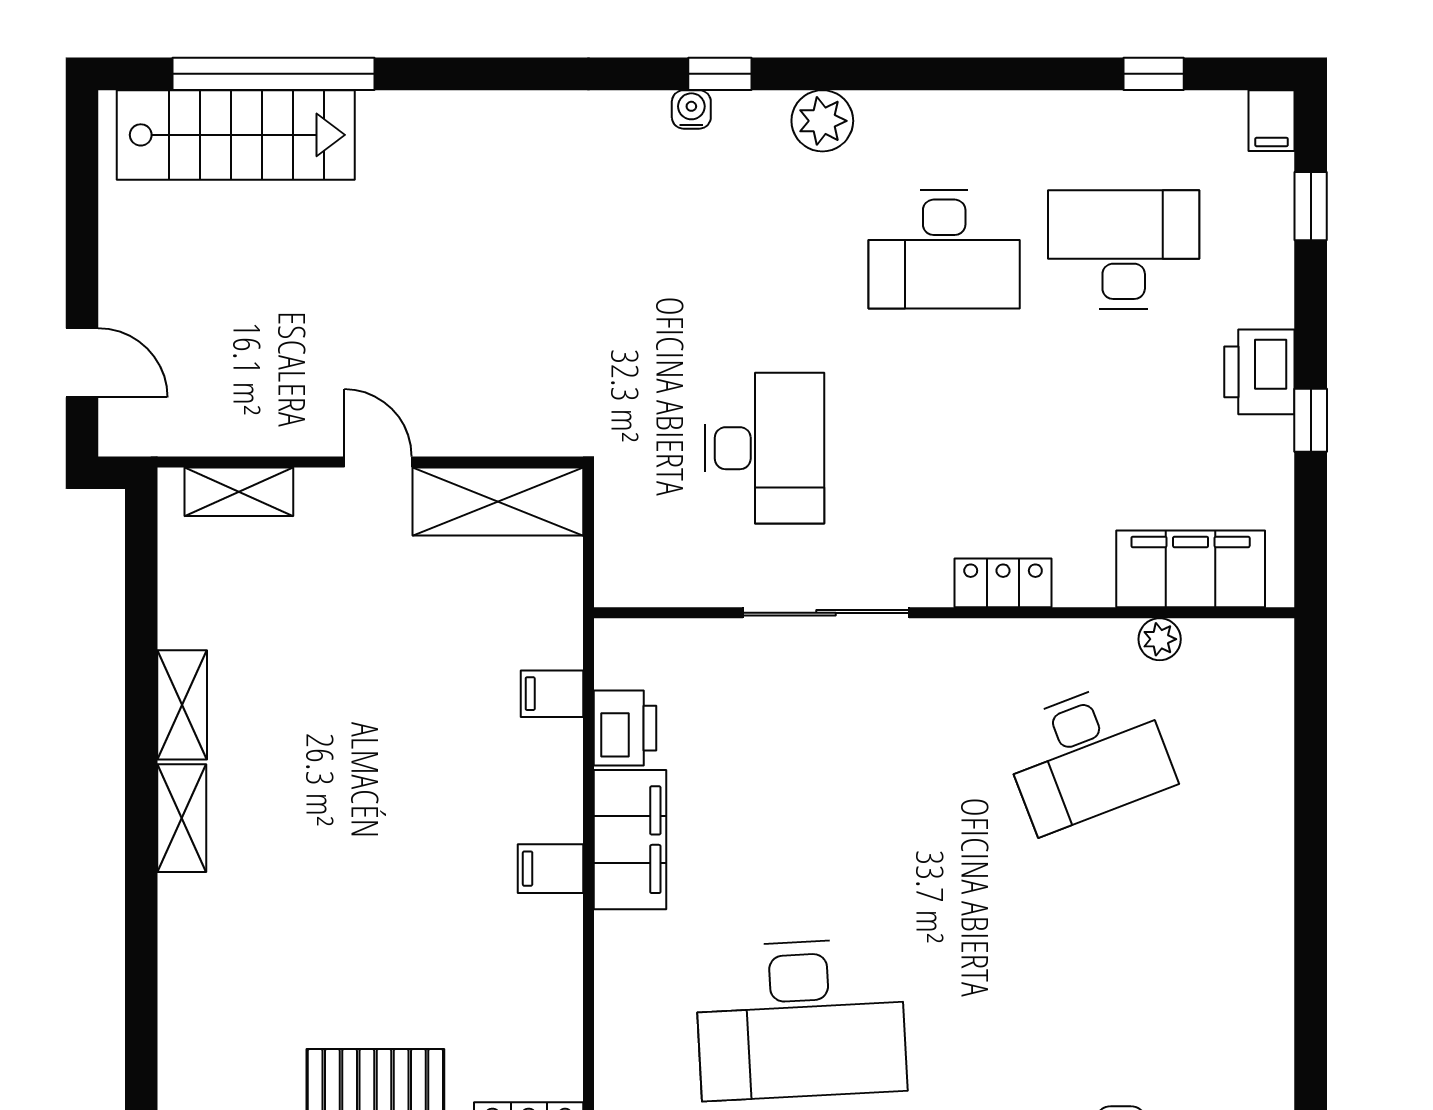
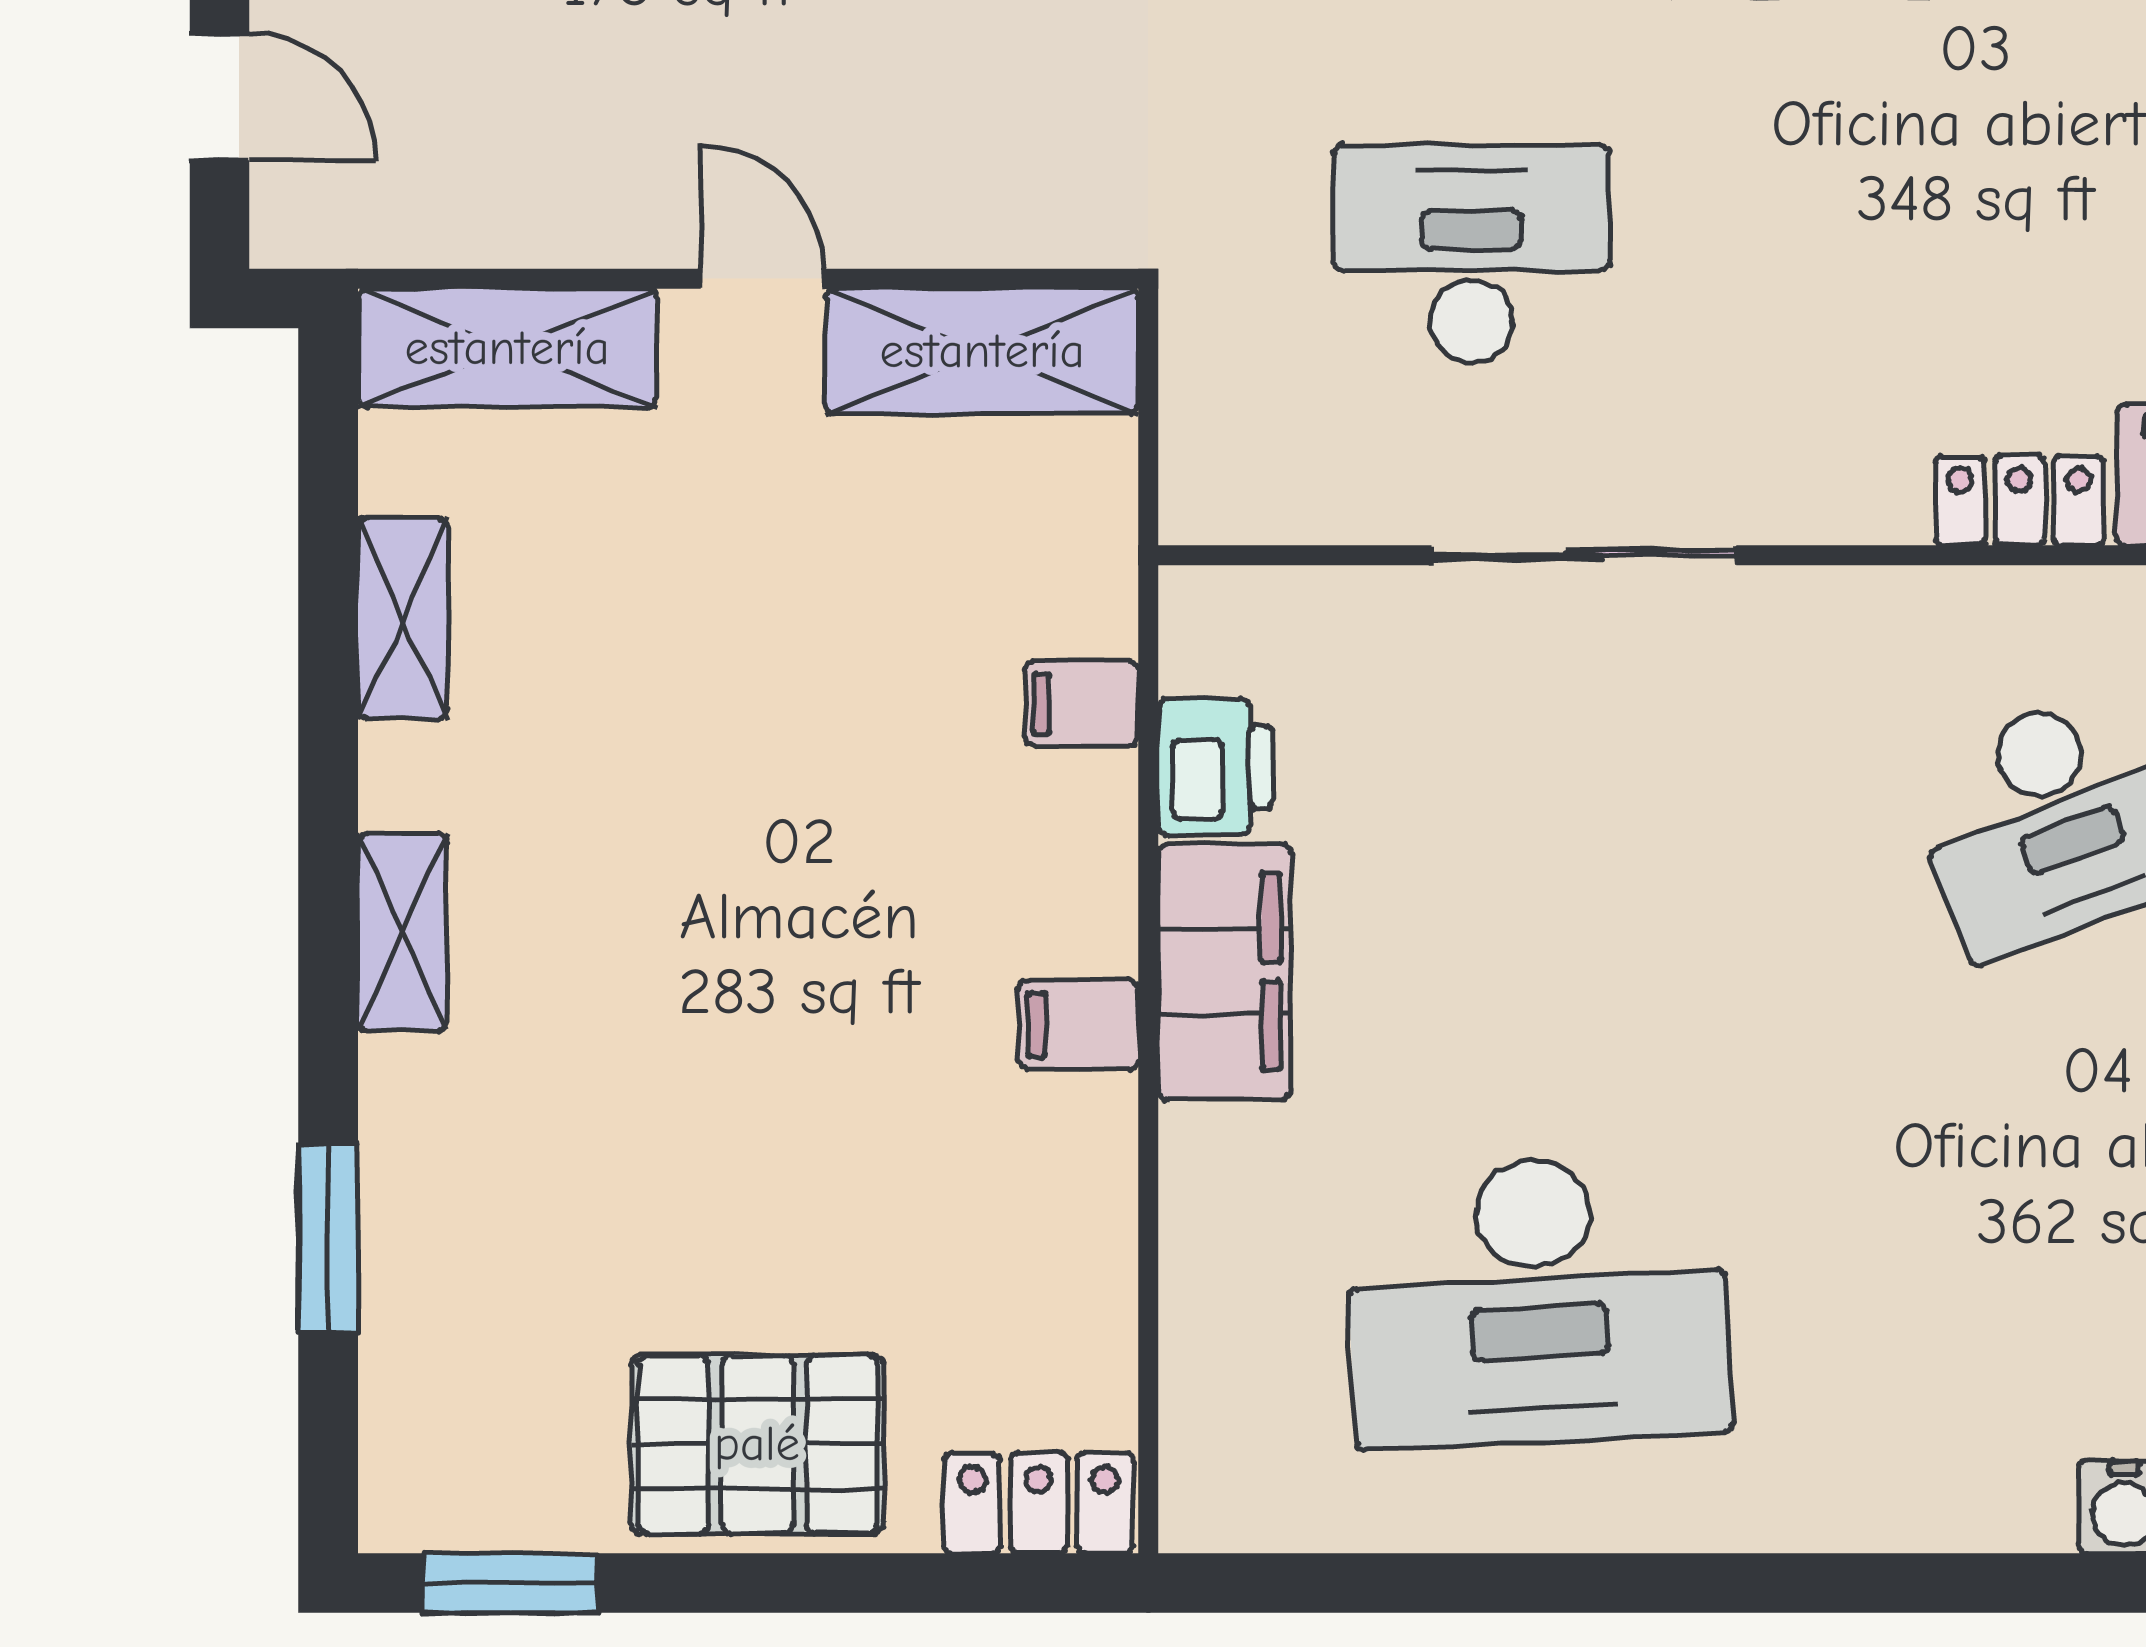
desk: (765, 448) -> (1471, 253), turned -90
shelving: (239, 492) -> (507, 348), width x1.50, depth x1.33
locker: (1003, 583) -> (2019, 501), moved
shelving: (182, 705) -> (403, 618), moved
window: (141, 985) -> (328, 1238), added

